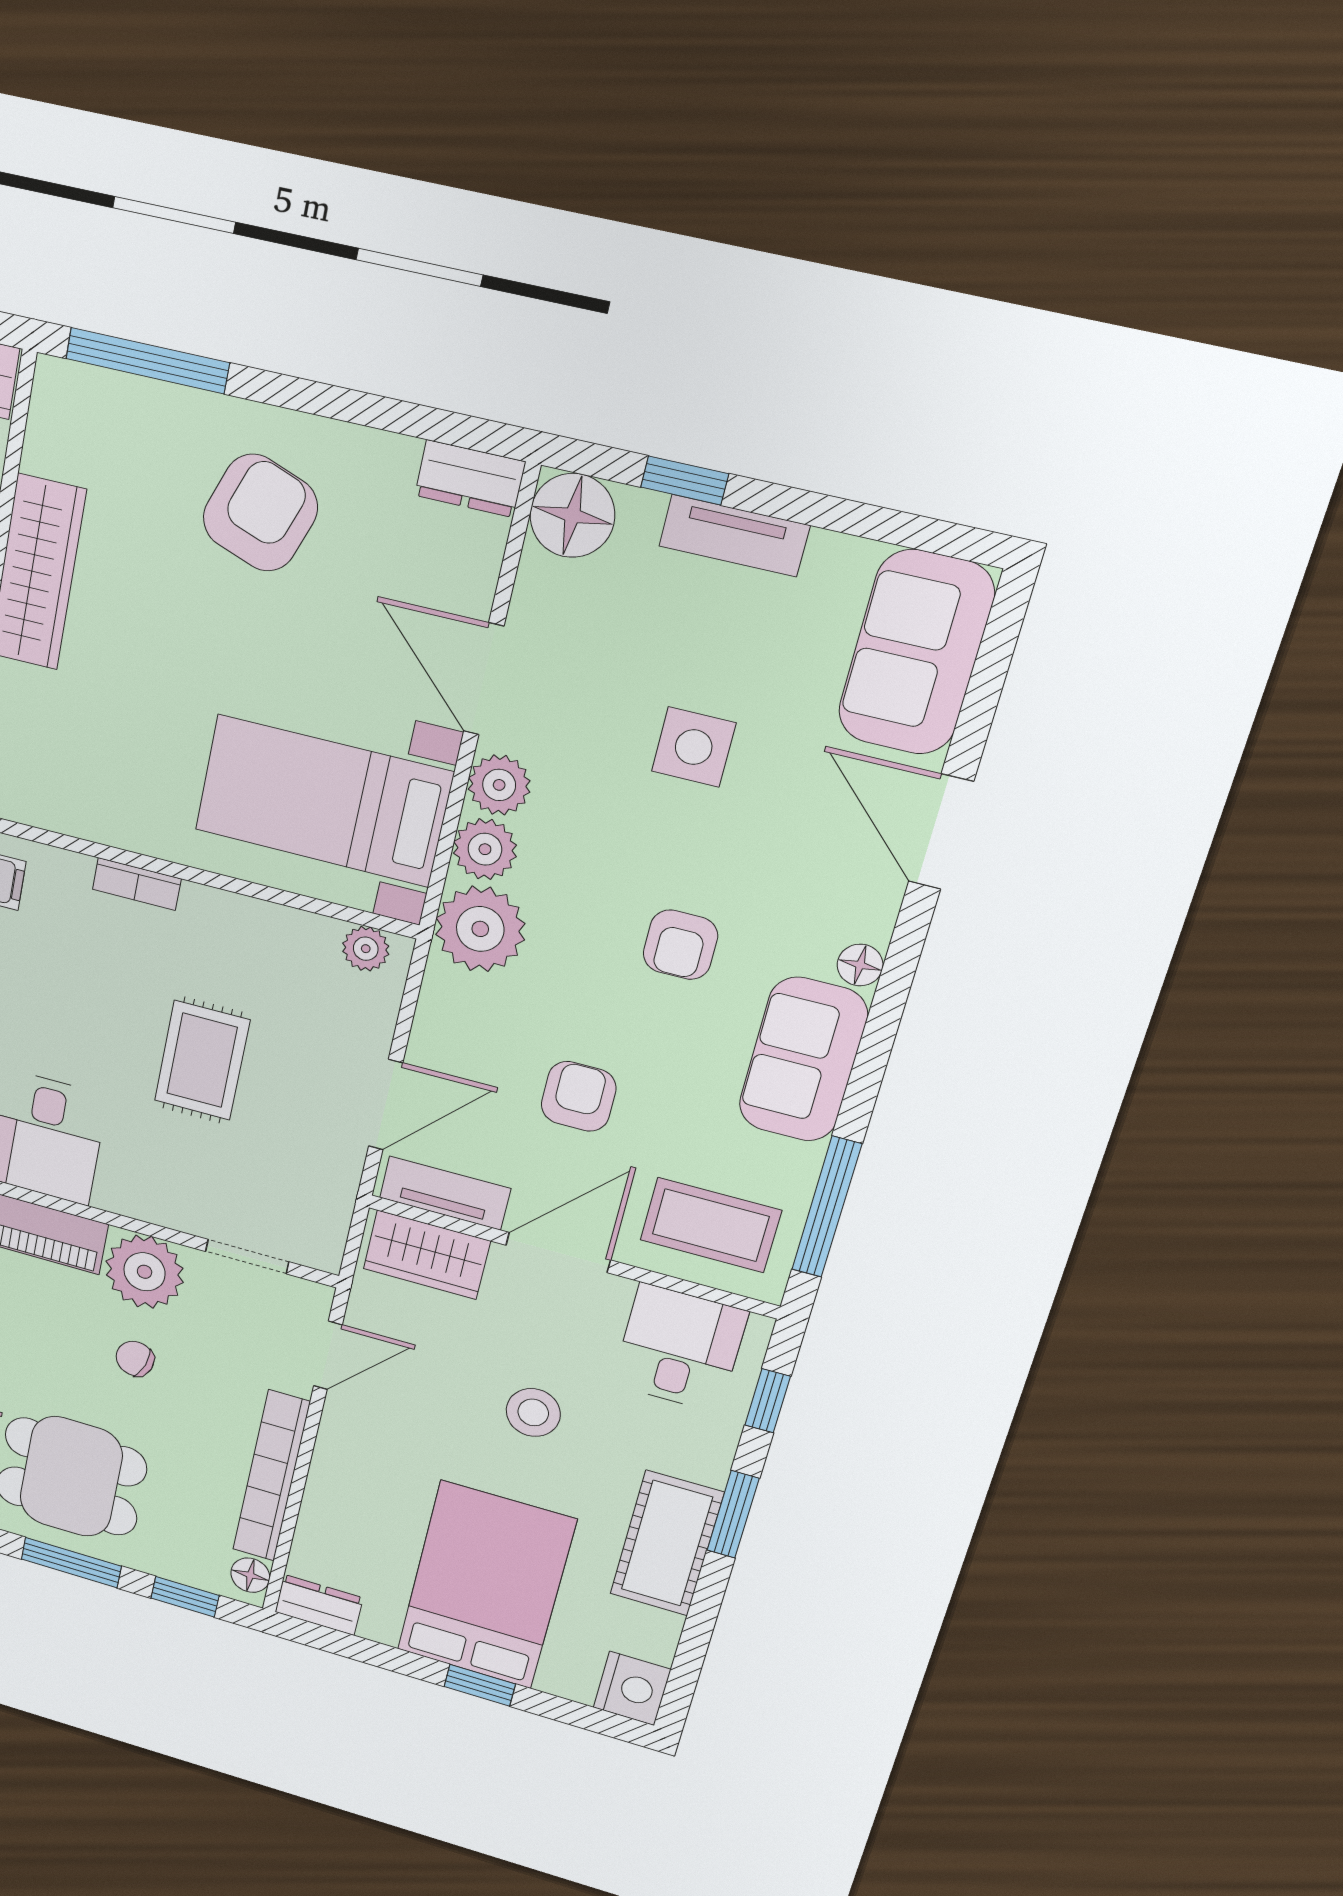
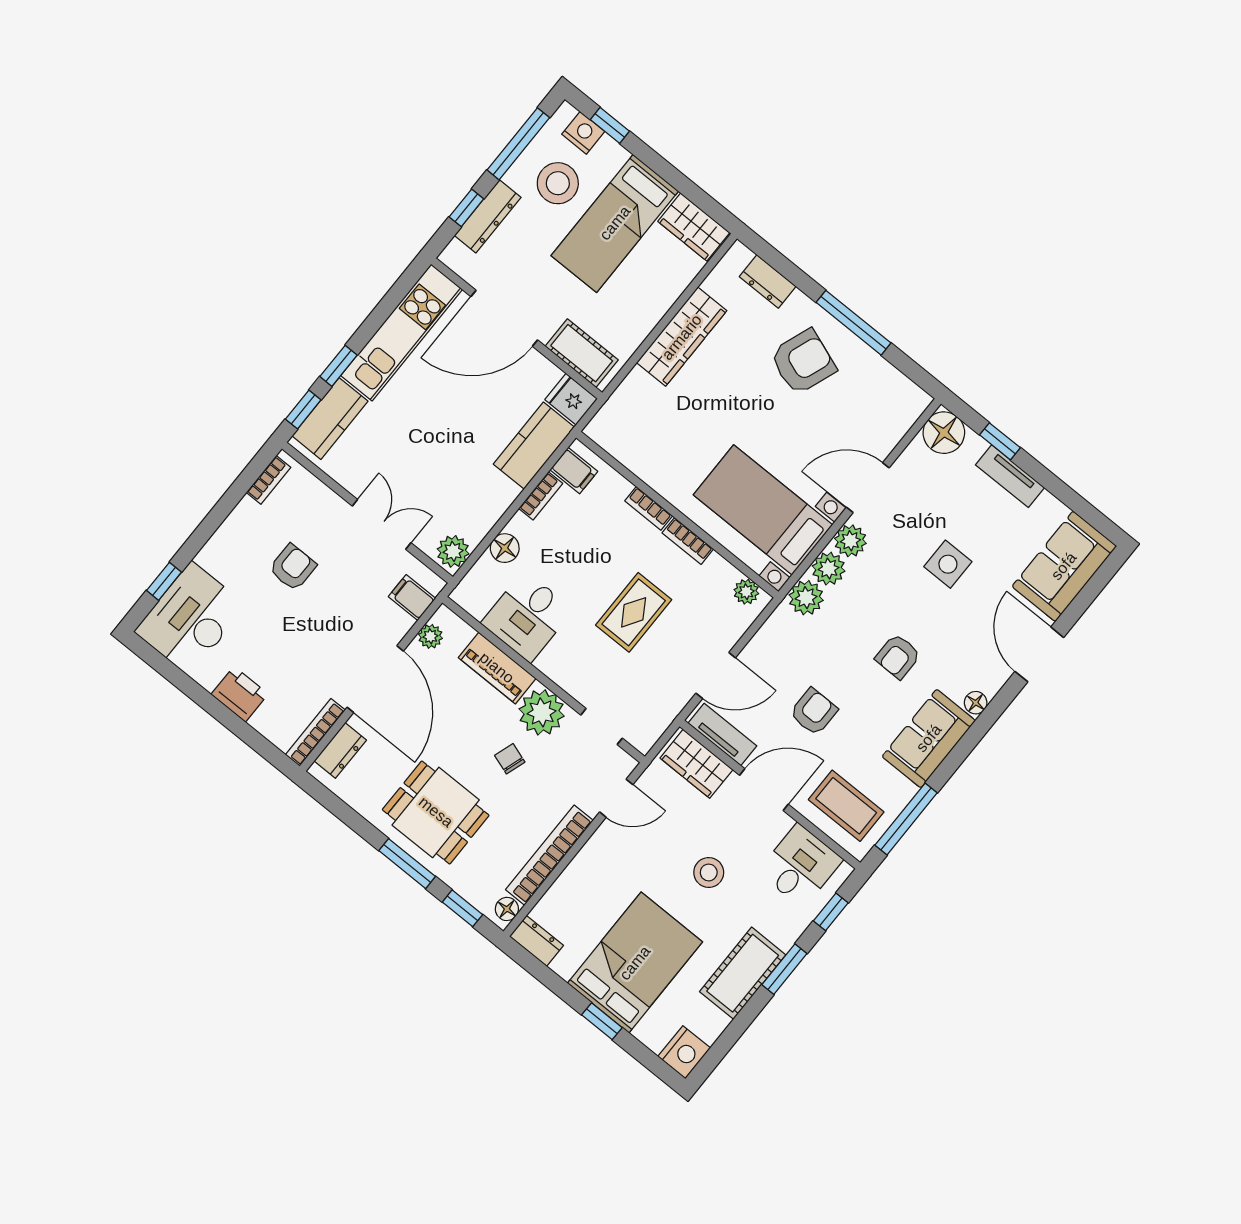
window: (147, 361) -> (853, 323), moved
dresser: (470, 479) -> (768, 281), moved
door: (484, 679) -> (868, 488), hinge flipped
bookcase: (227, 908) -> (688, 541), added
plant: (480, 929) -> (806, 598), width x0.73, depth x0.73

